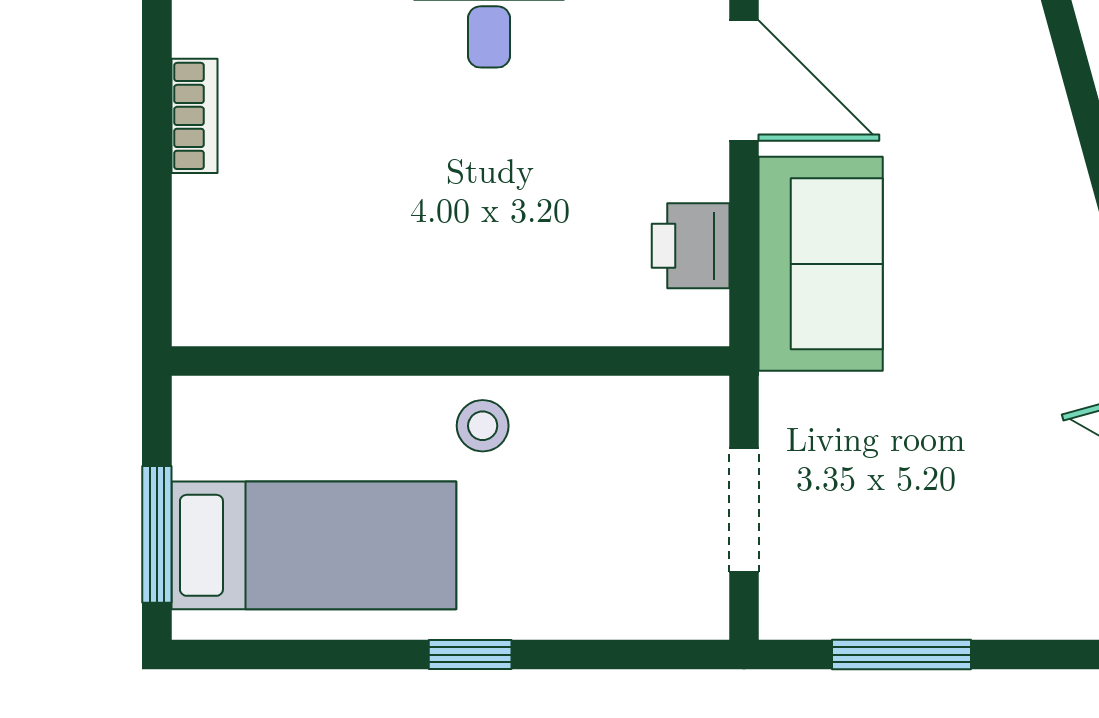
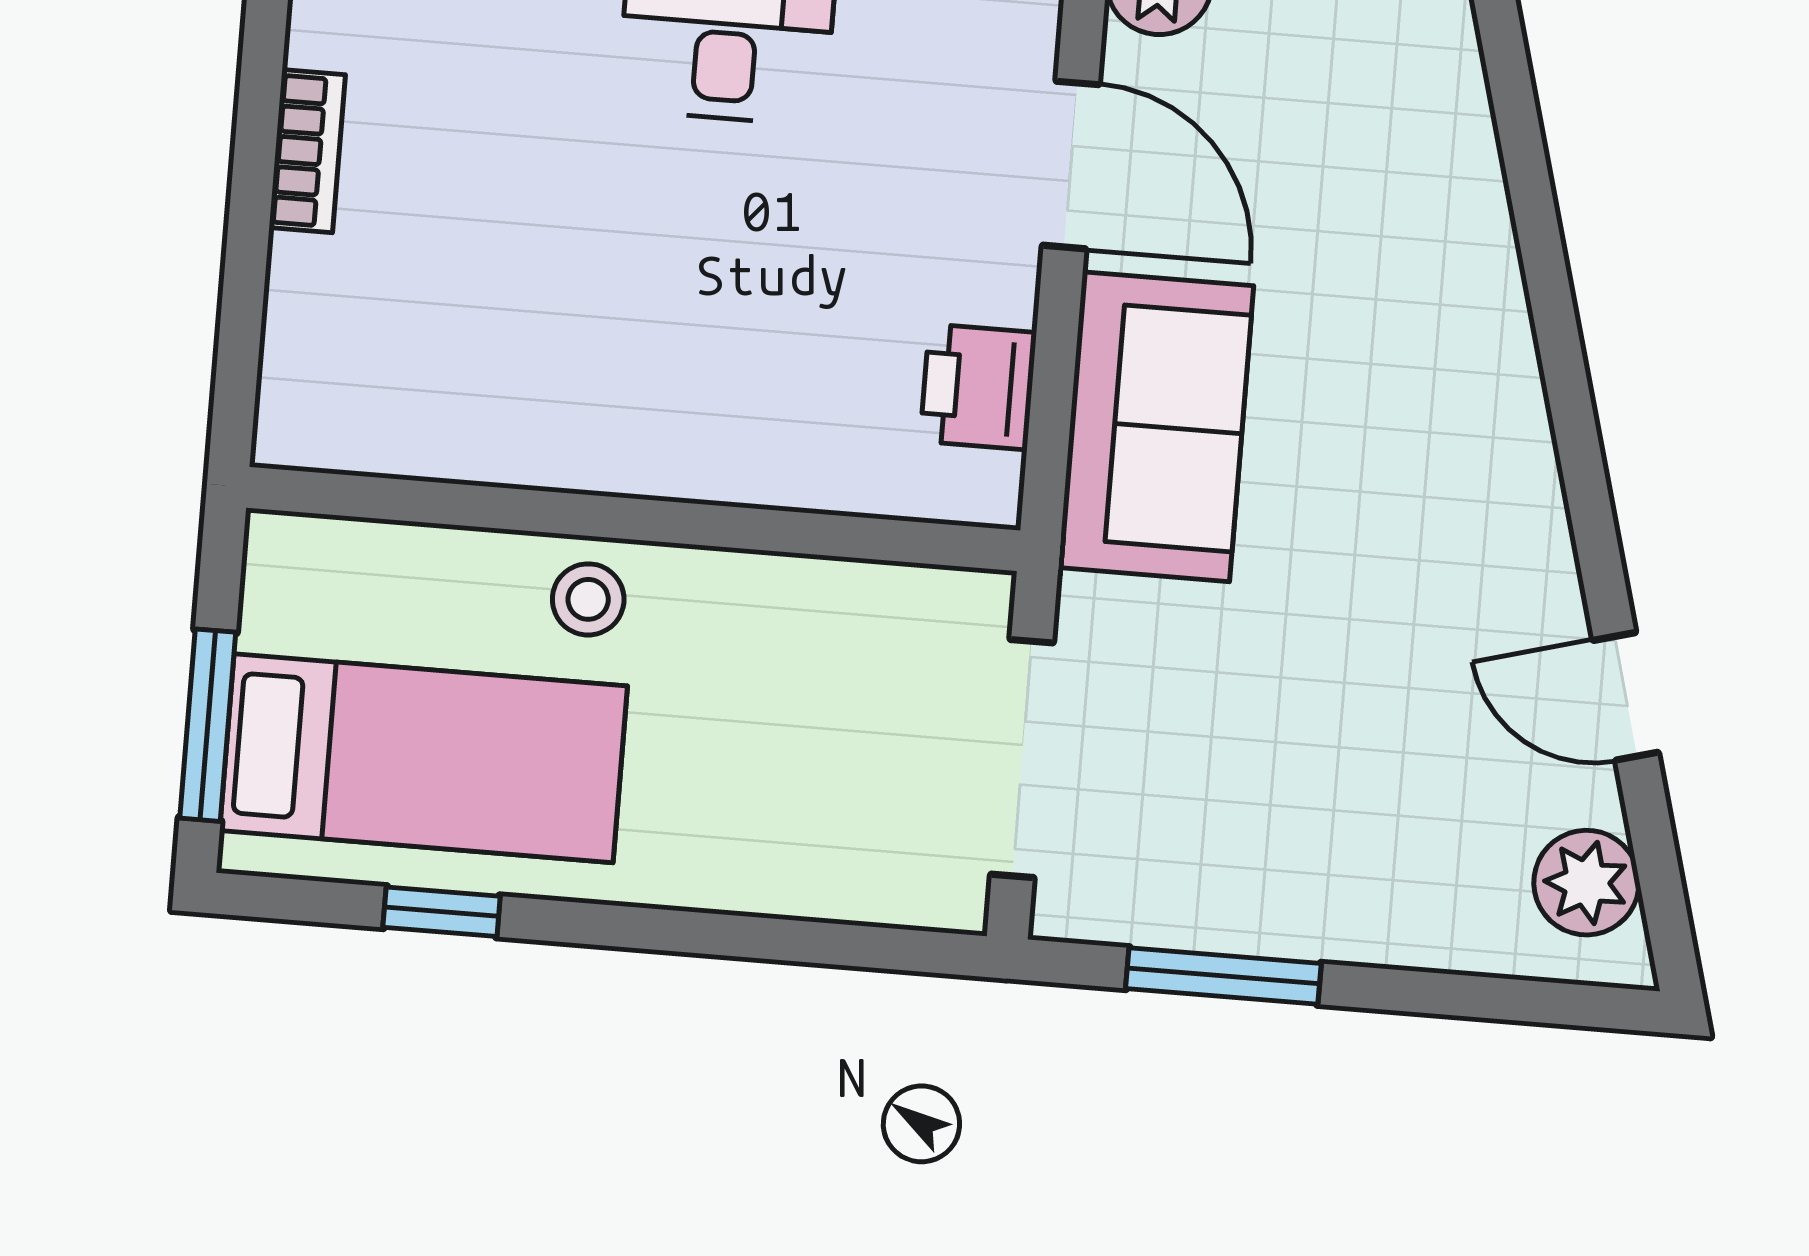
stool: (483, 426) -> (588, 599), moved
doorway: (744, 510) -> (1022, 759), width x1.38
window: (470, 655) -> (442, 912), moved

